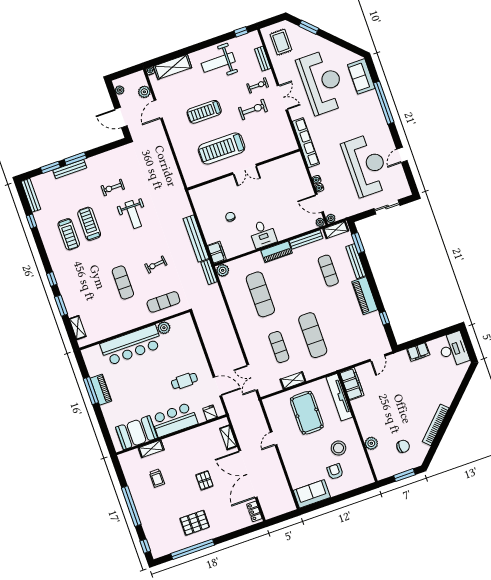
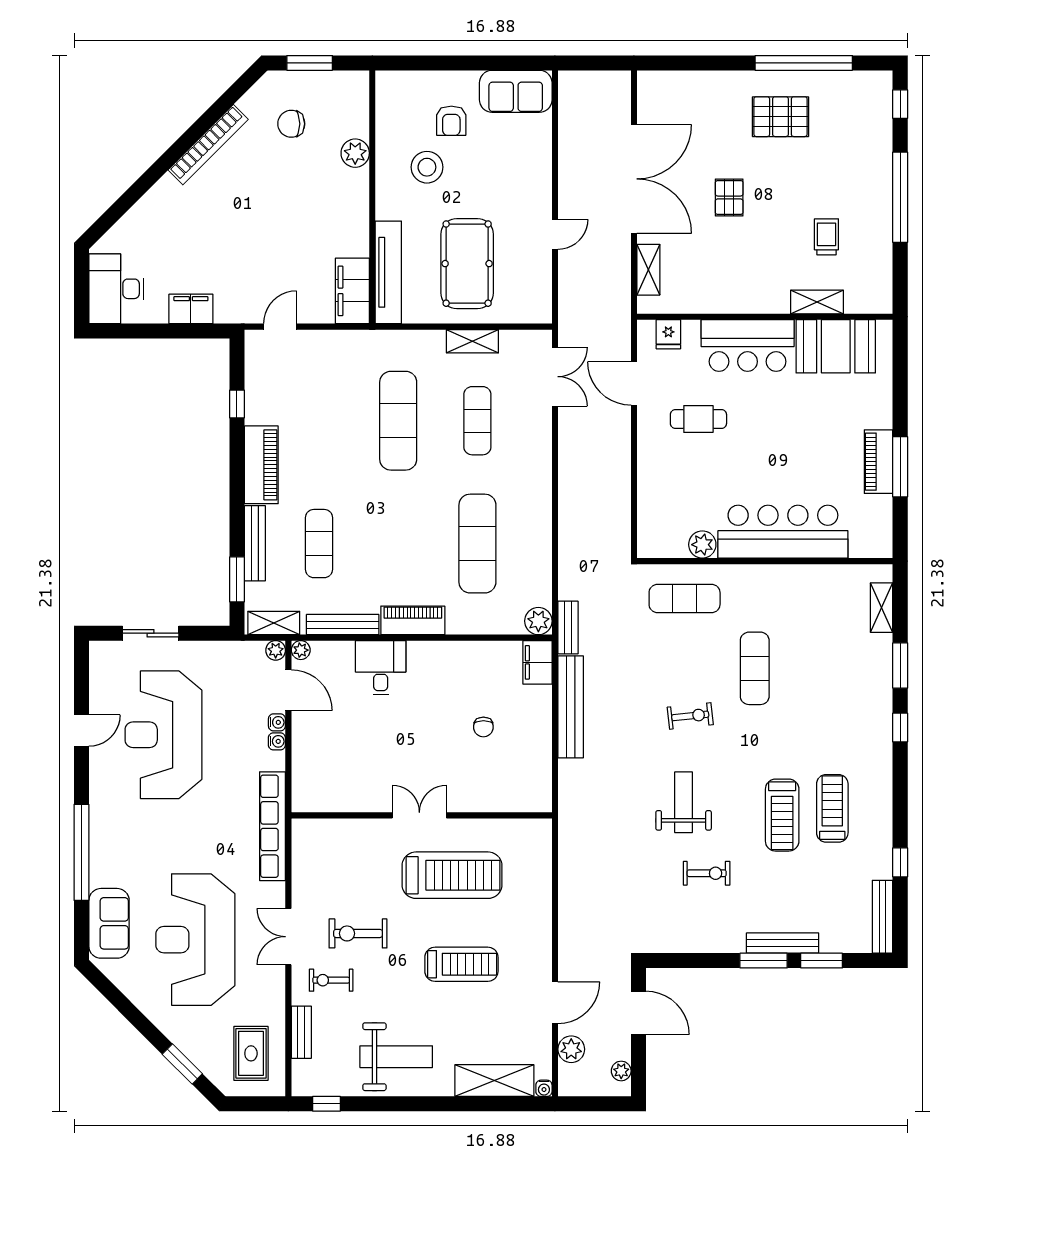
desk: (263, 234) -> (381, 668), moved
exercise bike: (156, 265) -> (690, 716), moved
locker: (254, 511) -> (648, 97), removed

